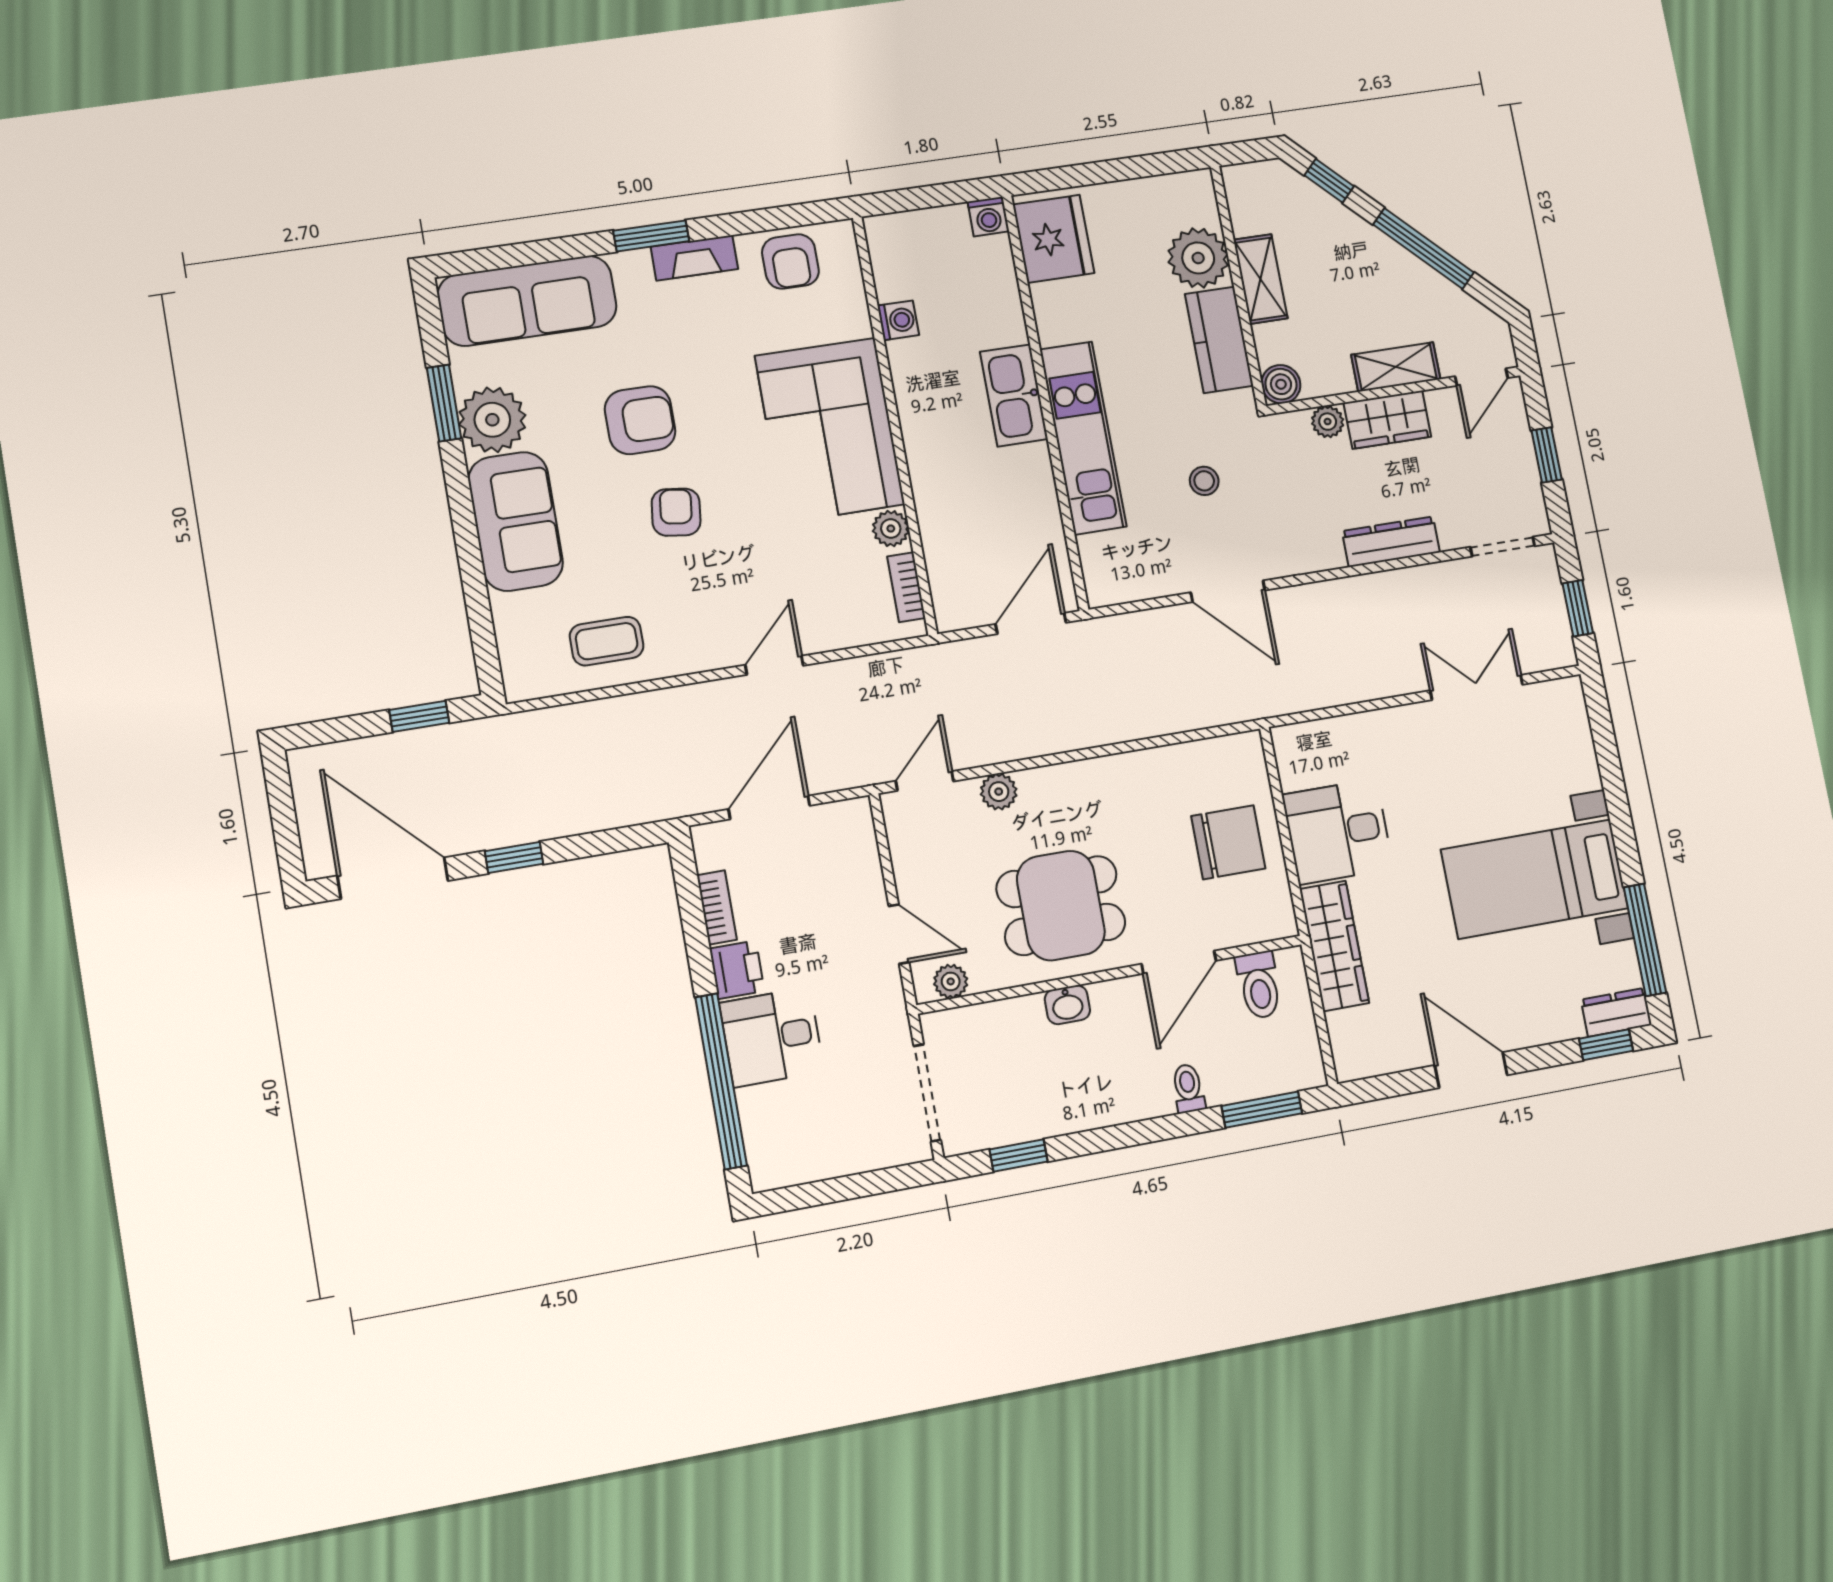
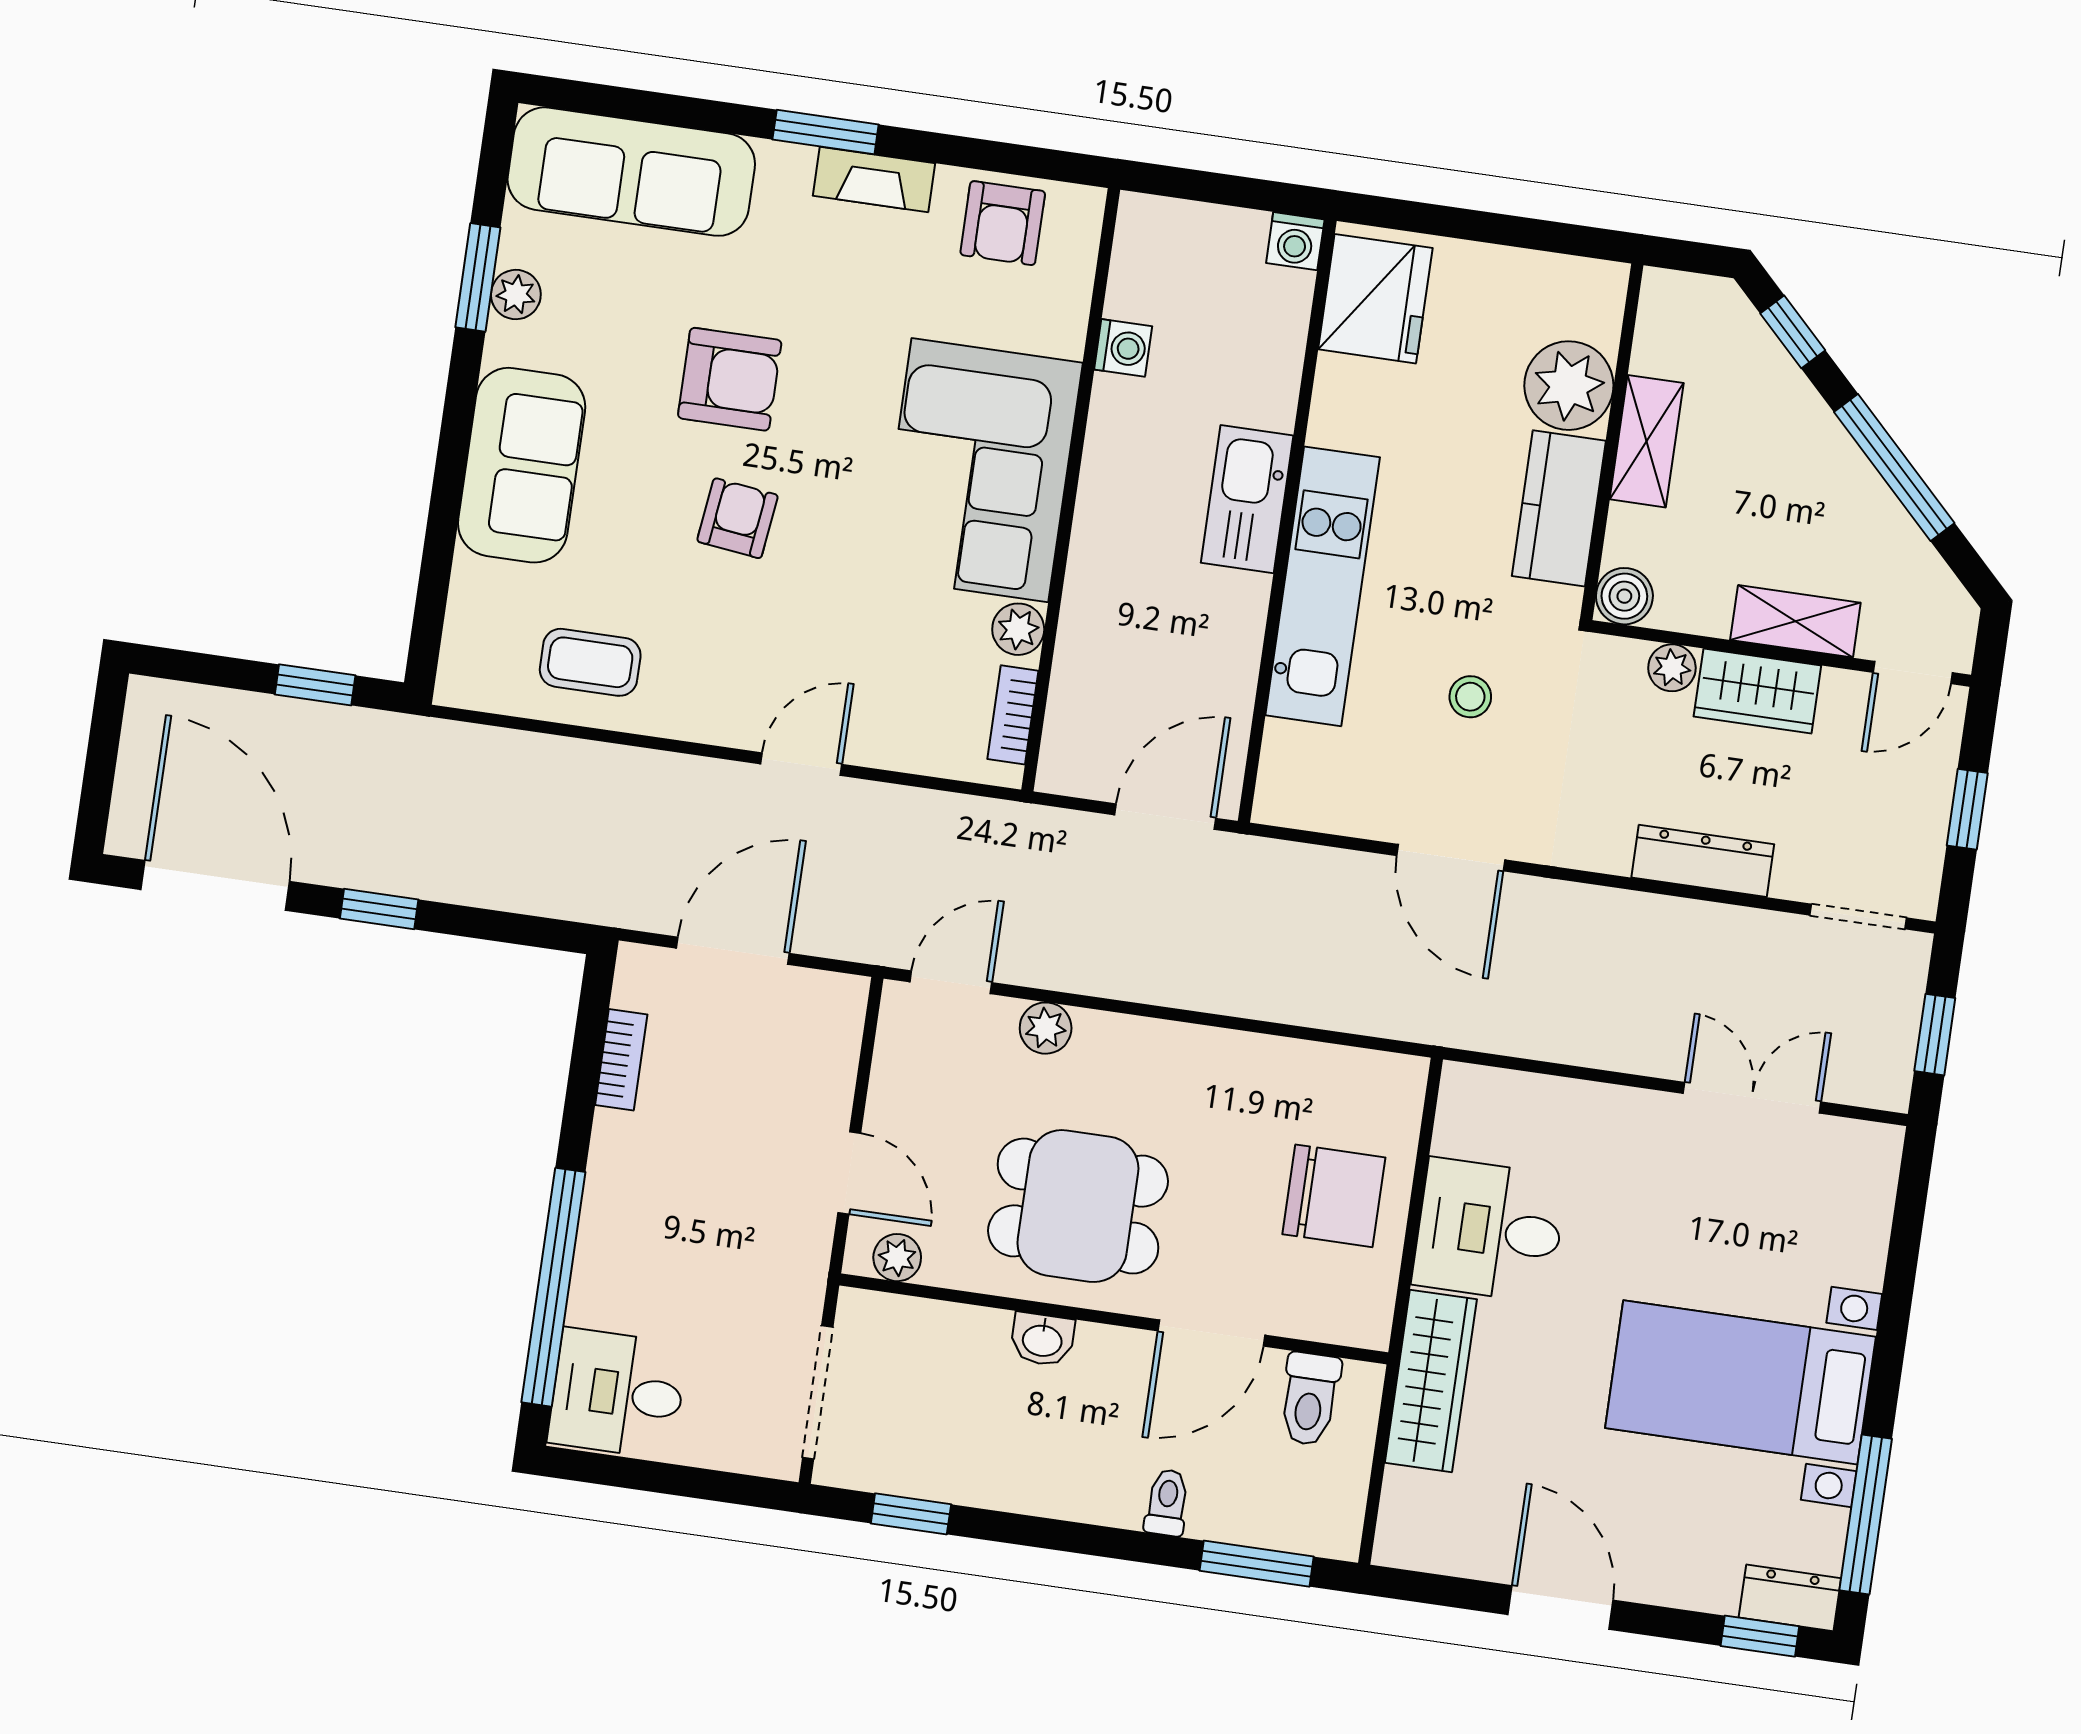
plant: (492, 420) -> (516, 295), width x0.53, depth x0.53
printer: (737, 970) -> (621, 1150), removed
desk: (772, 1037) -> (618, 1393), moved

